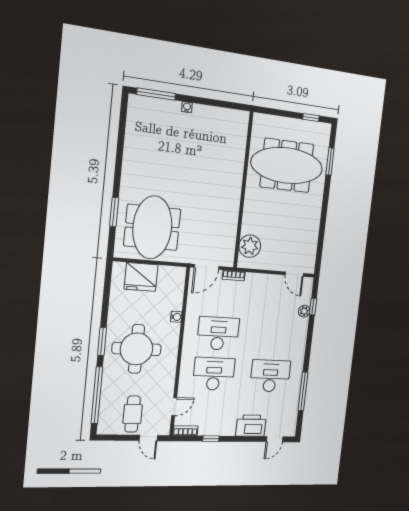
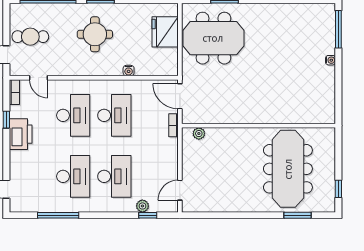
plant: (250, 246) -> (199, 134), width x0.53, depth x0.53
desk: (275, 337) -> (114, 176), added
round table: (137, 349) -> (95, 34), width x0.73, depth x0.73
printer: (251, 426) -> (21, 134), moved

